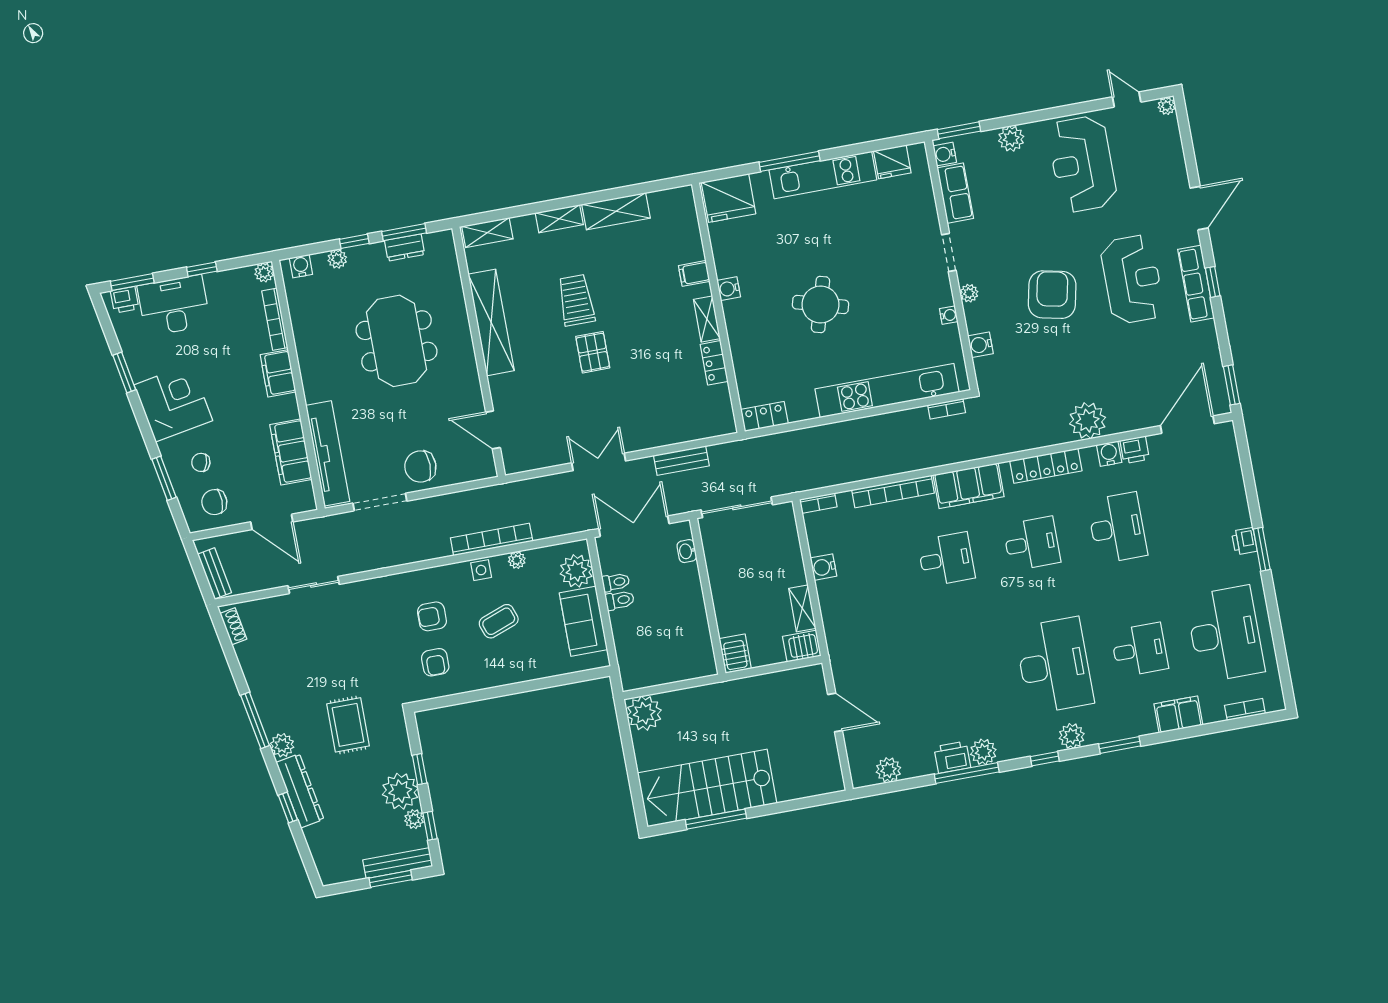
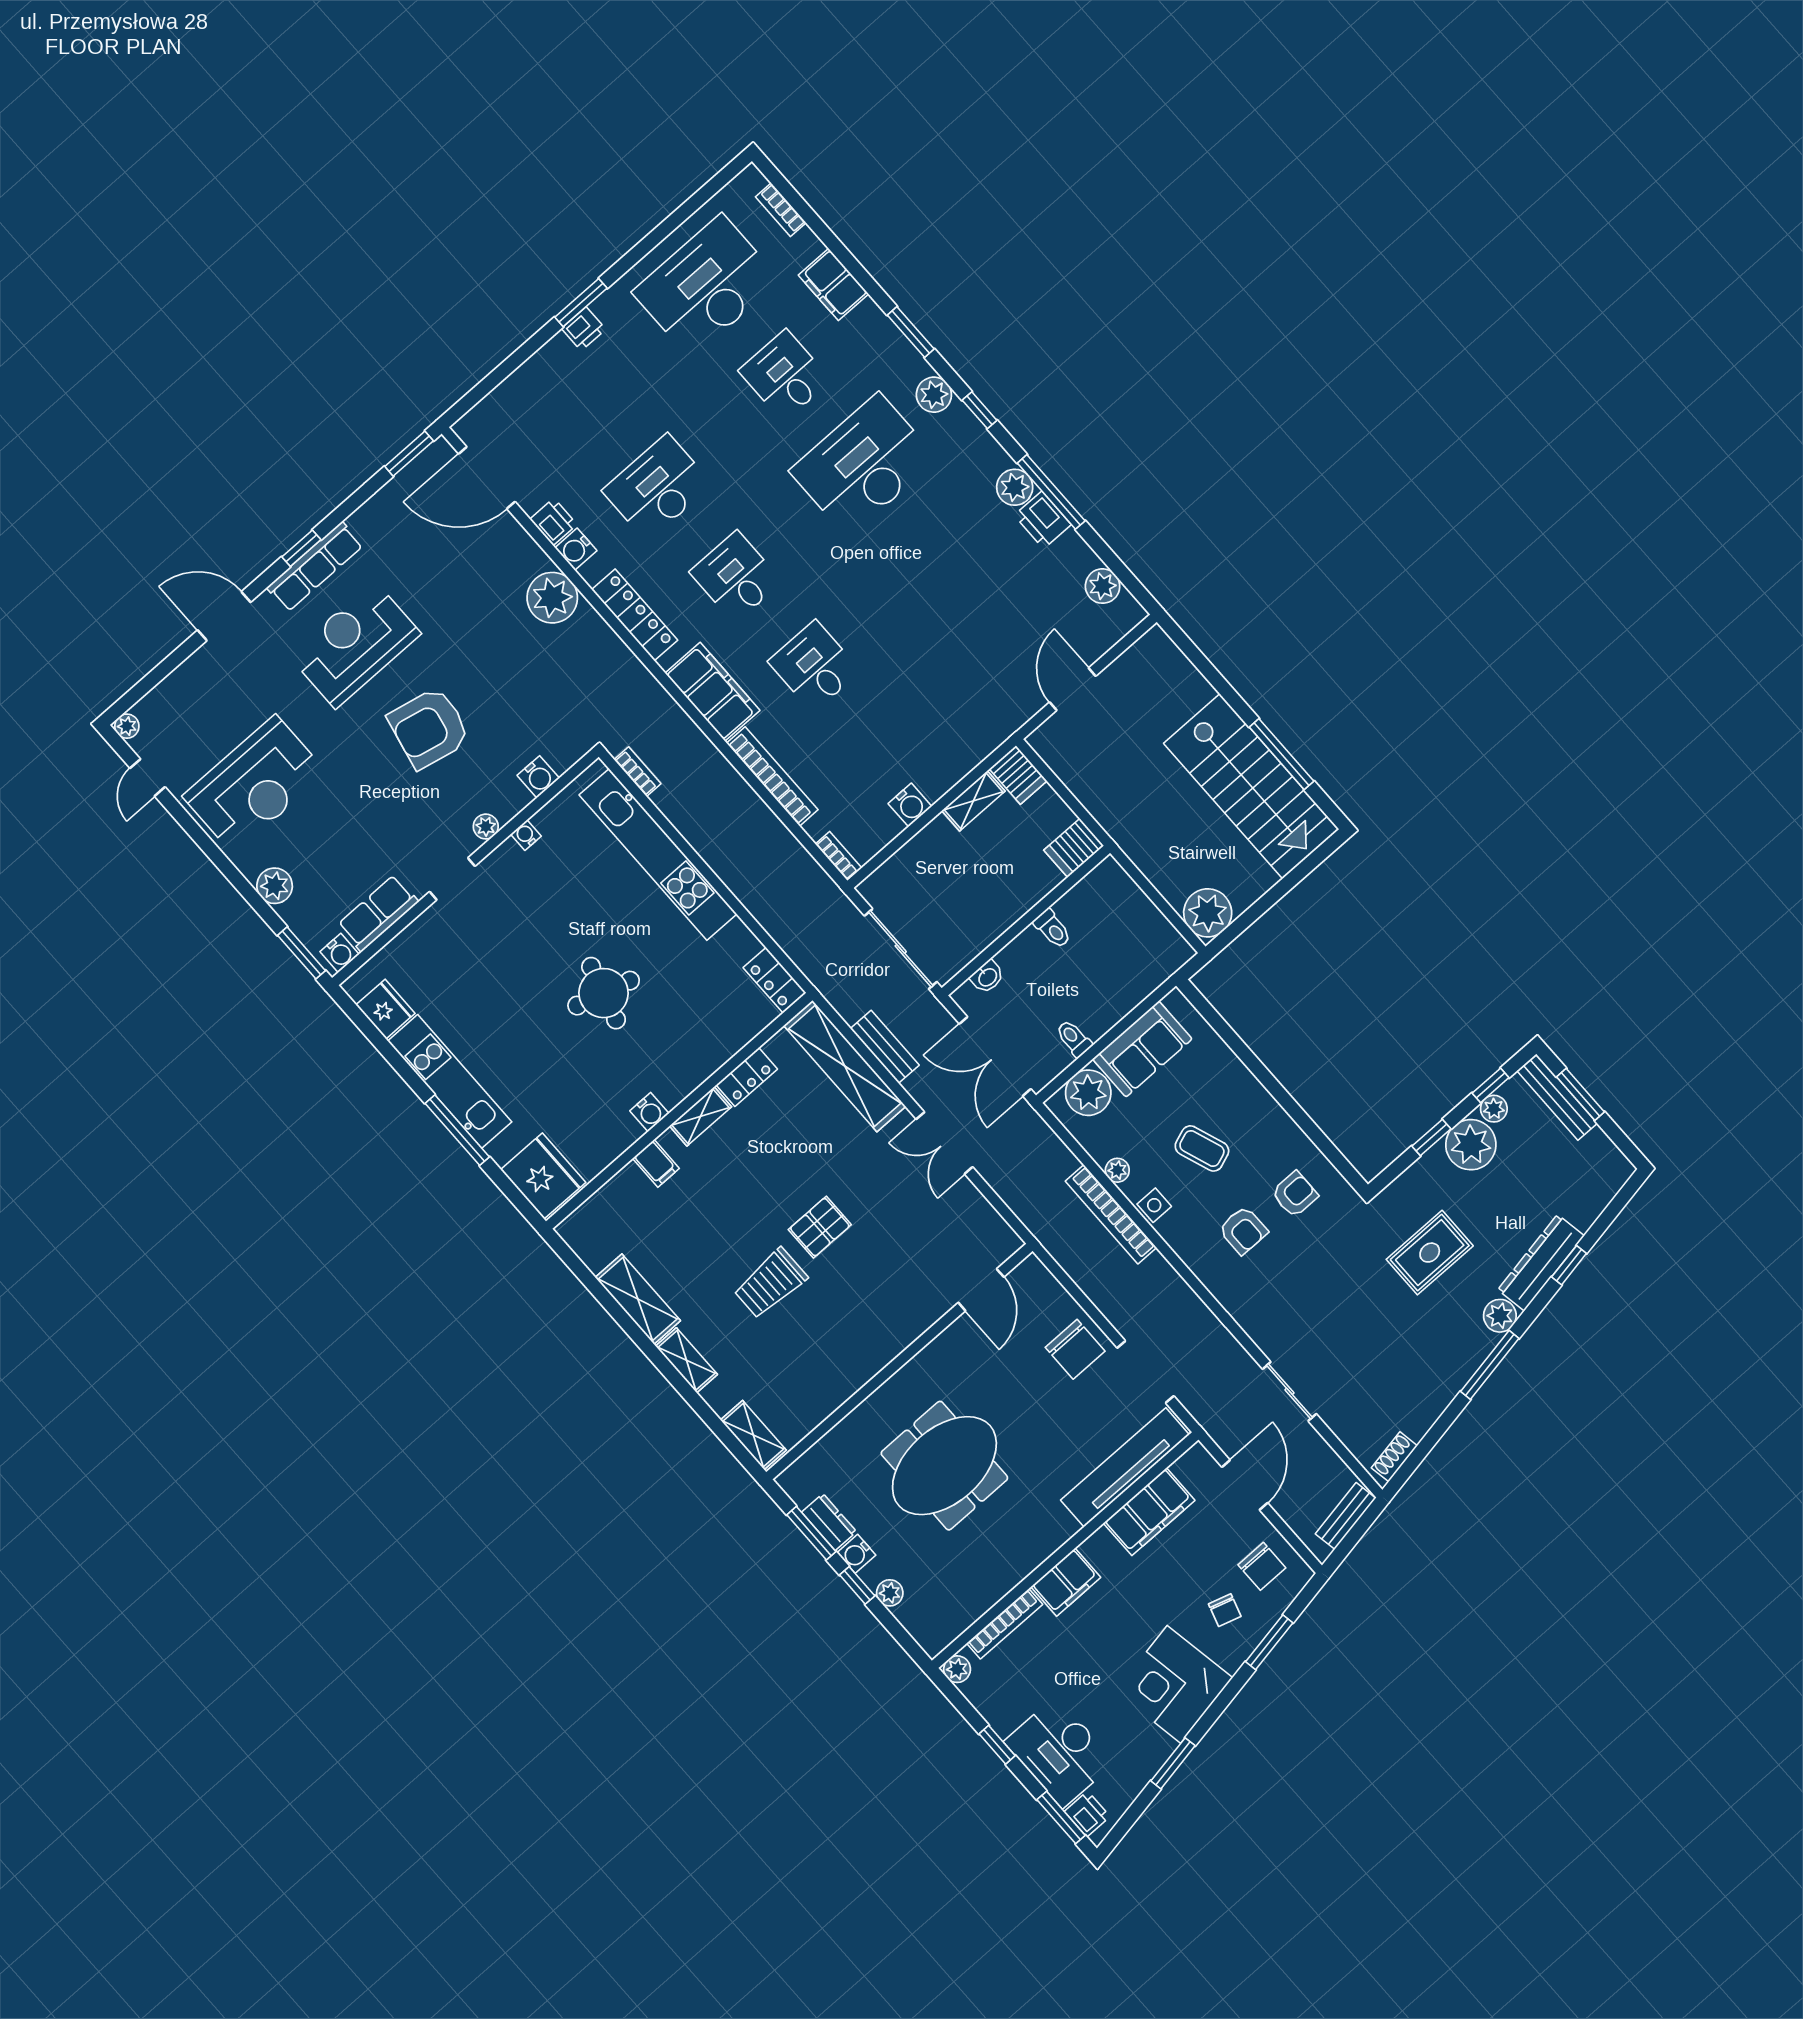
water cooler: (301, 266) -> (856, 1554), moved
shelving: (491, 322) -> (845, 1066), moved, turned 90
toilet: (620, 600) -> (1053, 929), moved, turned 180

